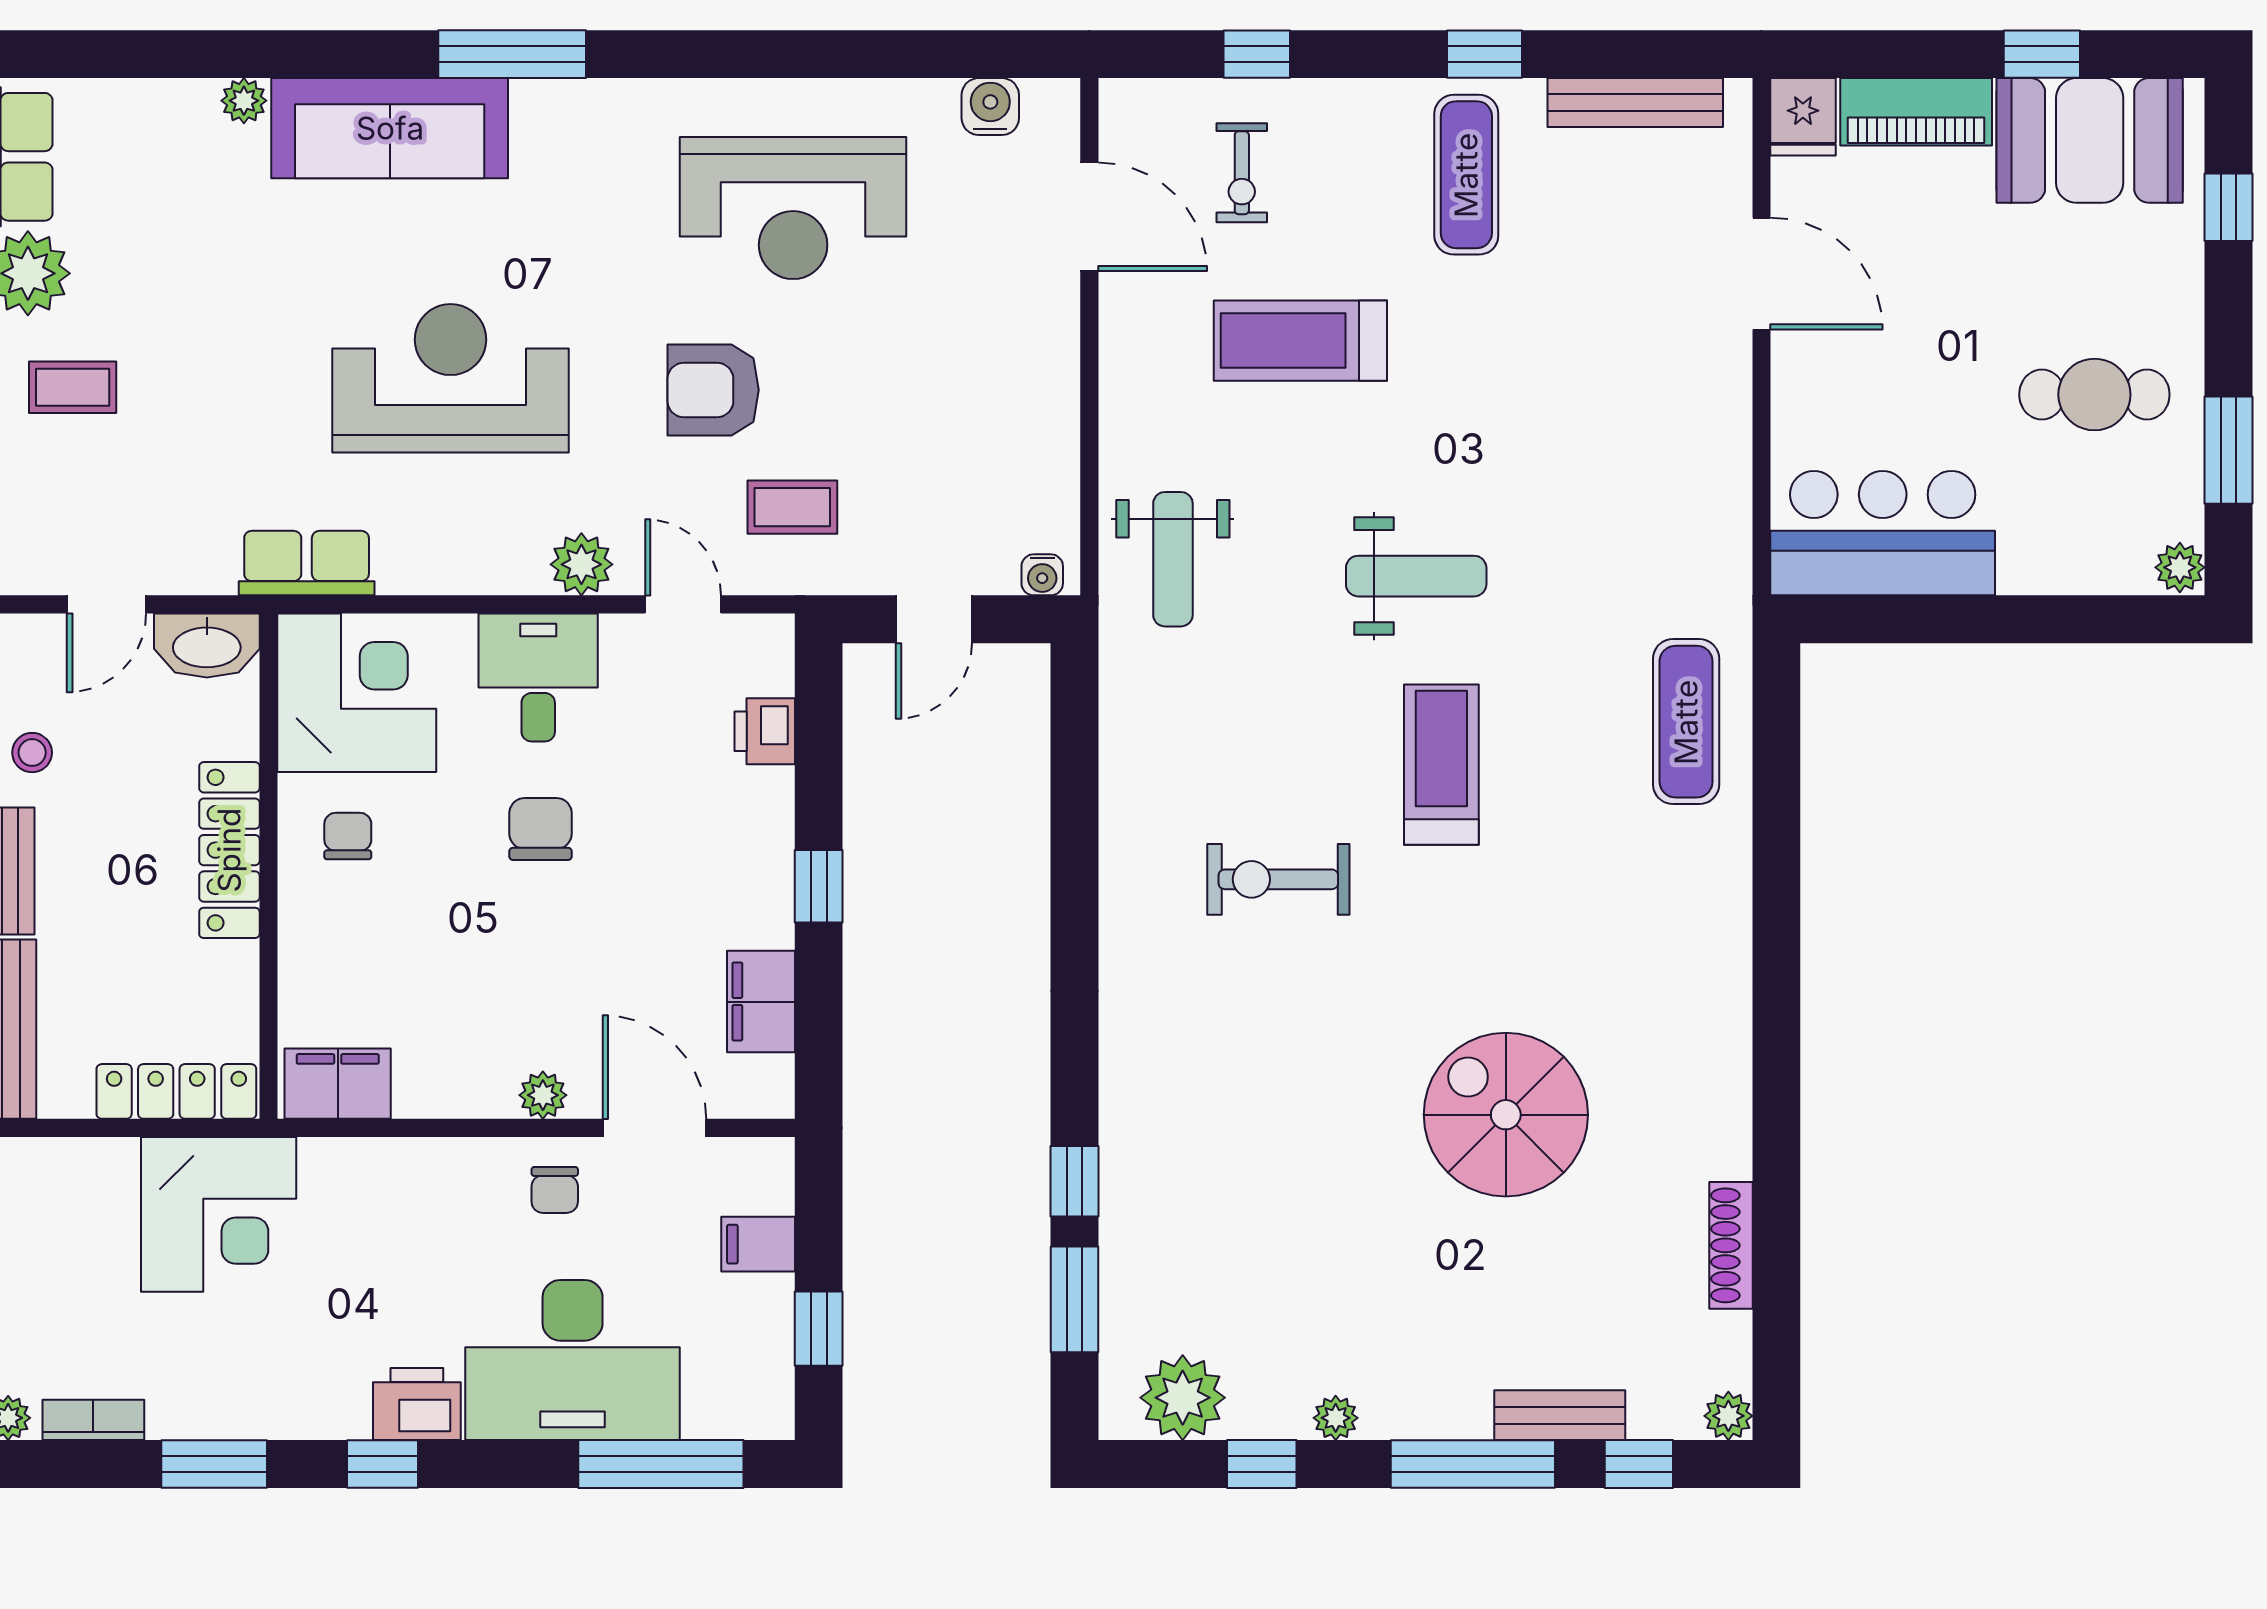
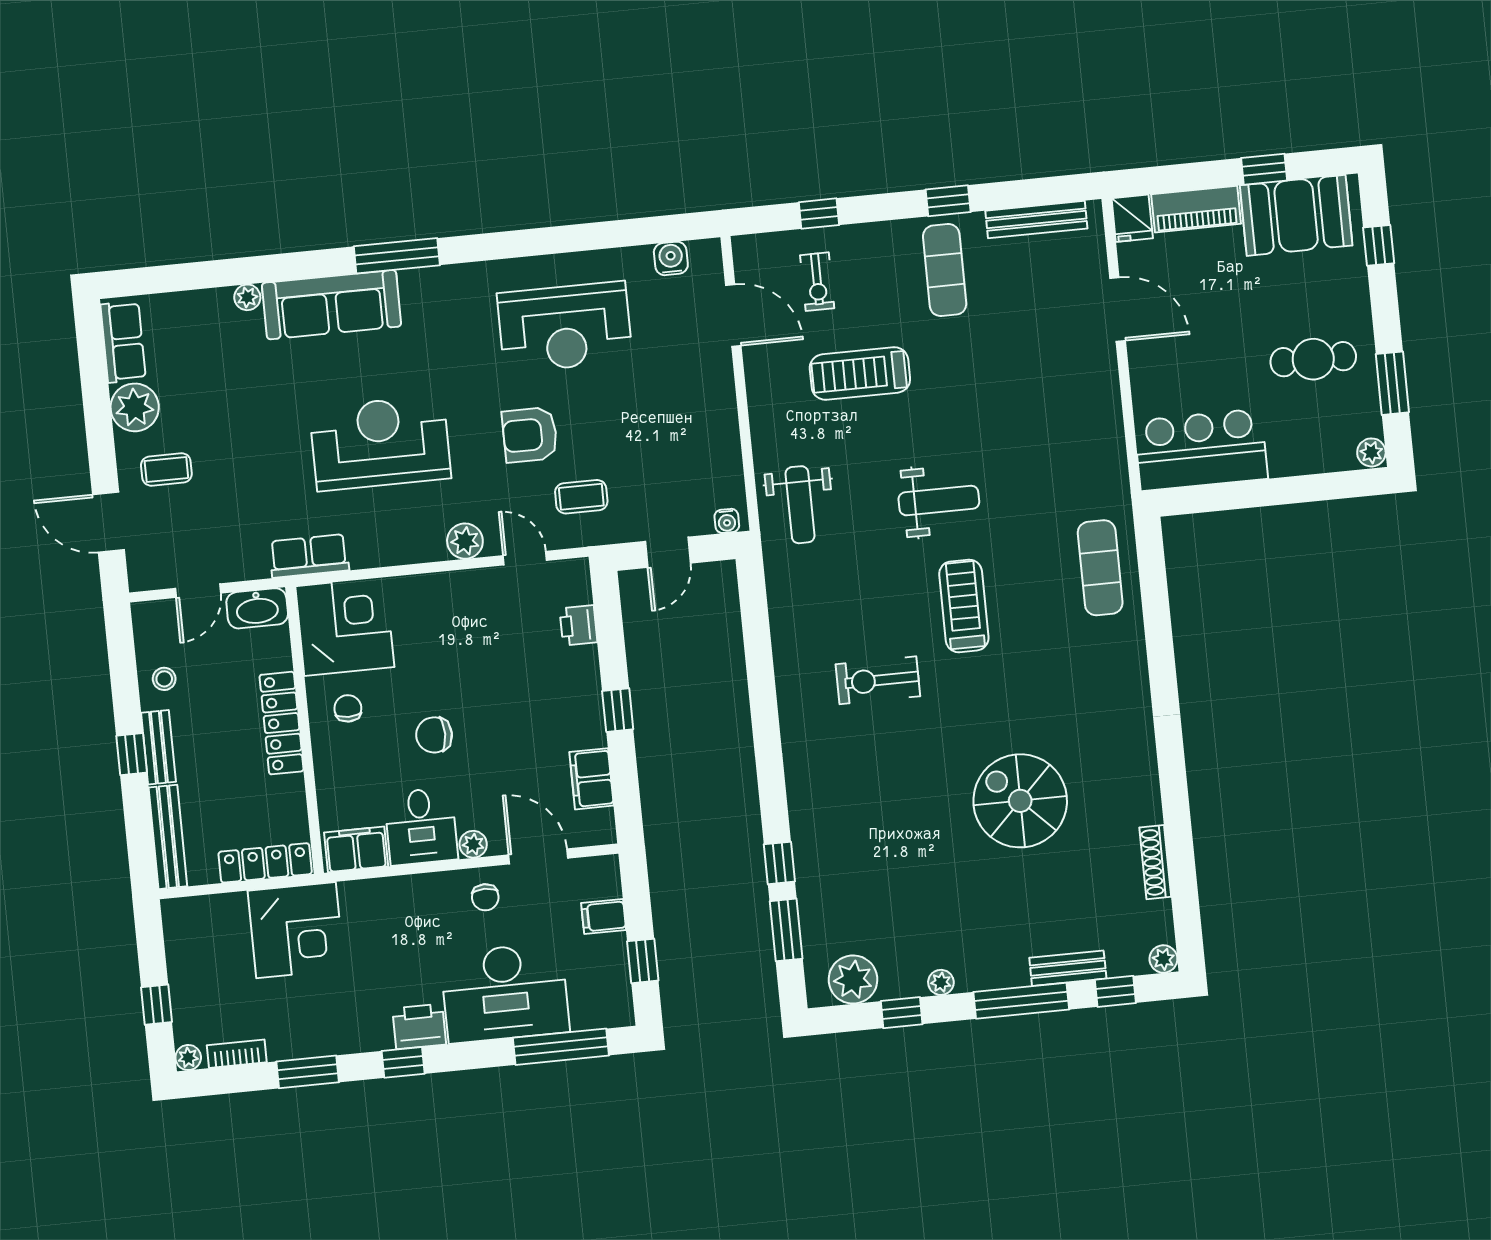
desk: (538, 677) -> (421, 826), moved, turned 180
chair: (541, 829) -> (434, 735), moved, turned -90

